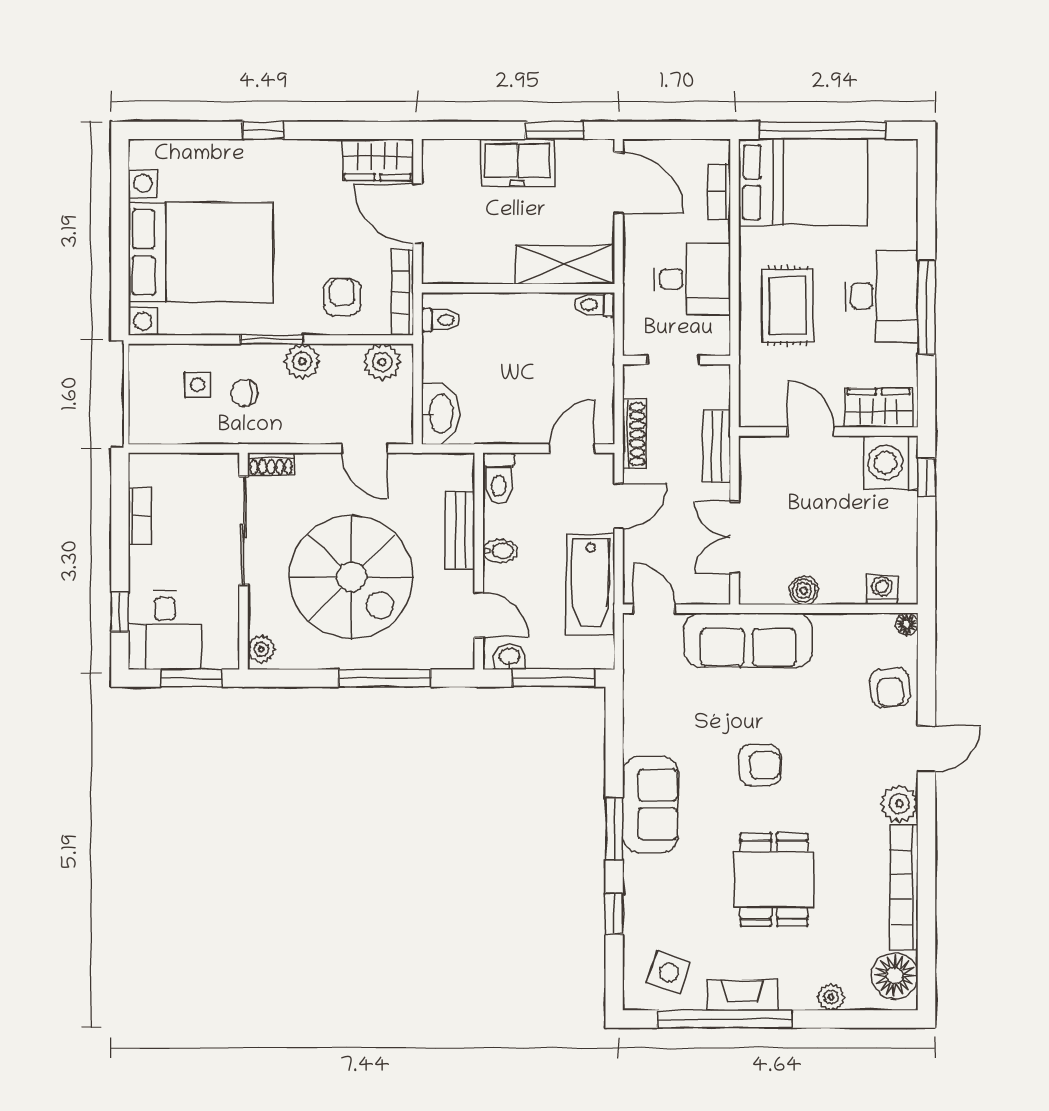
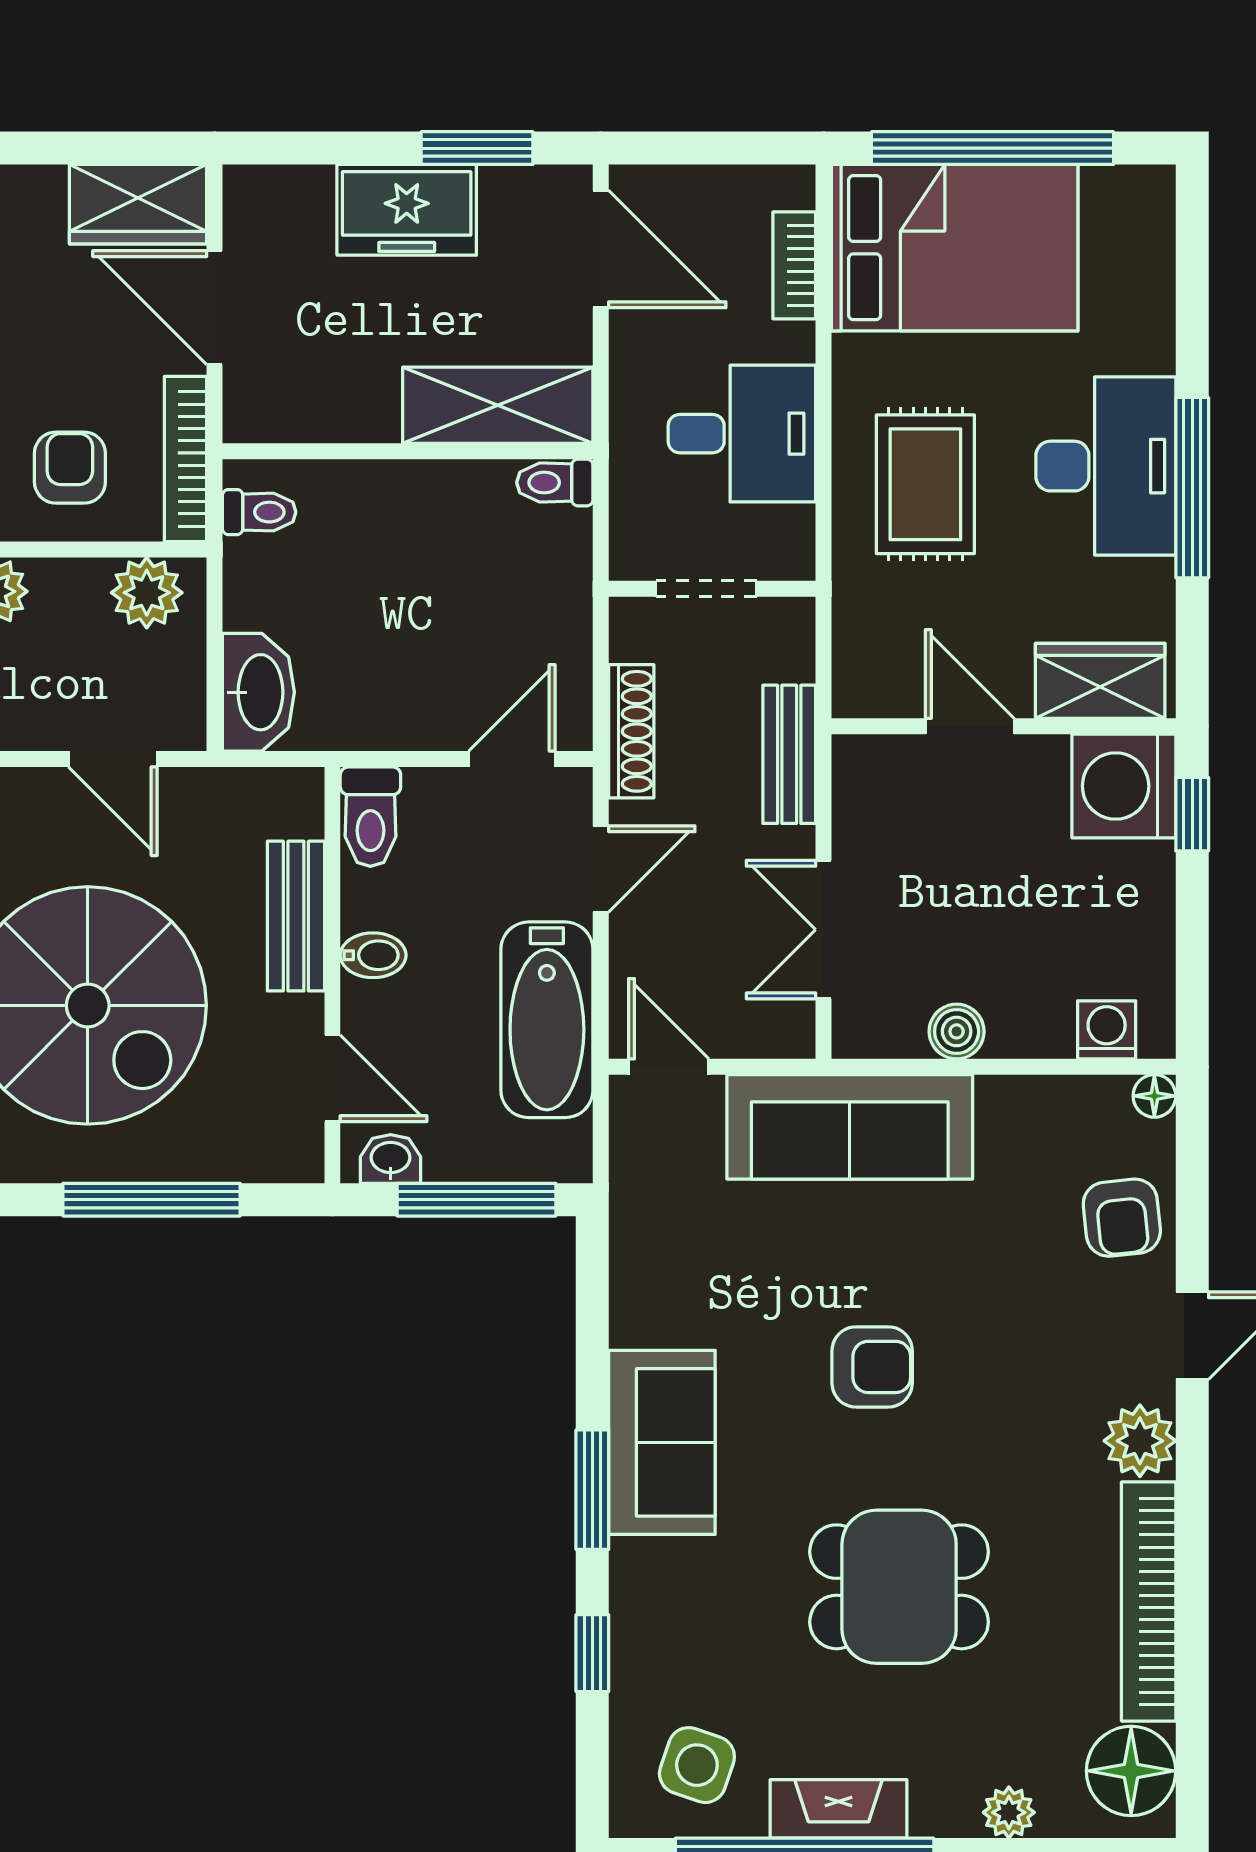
dining table: (774, 880) -> (899, 1587), turned 90

